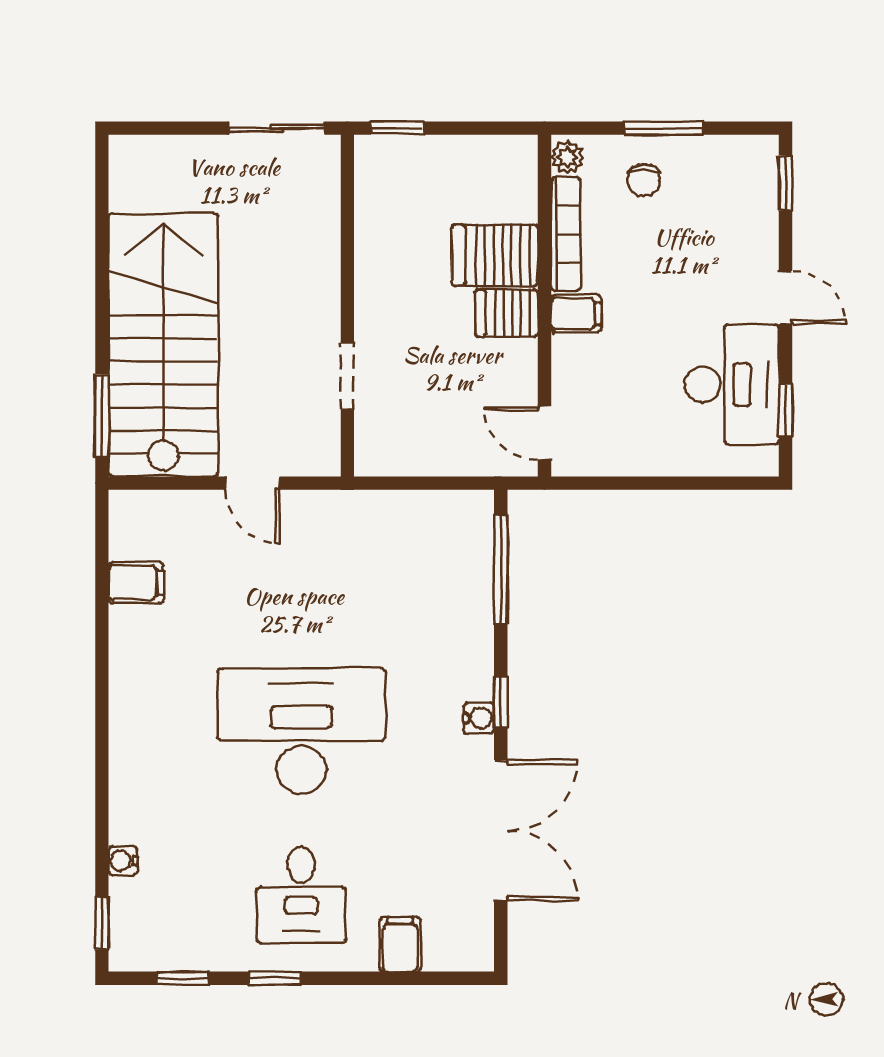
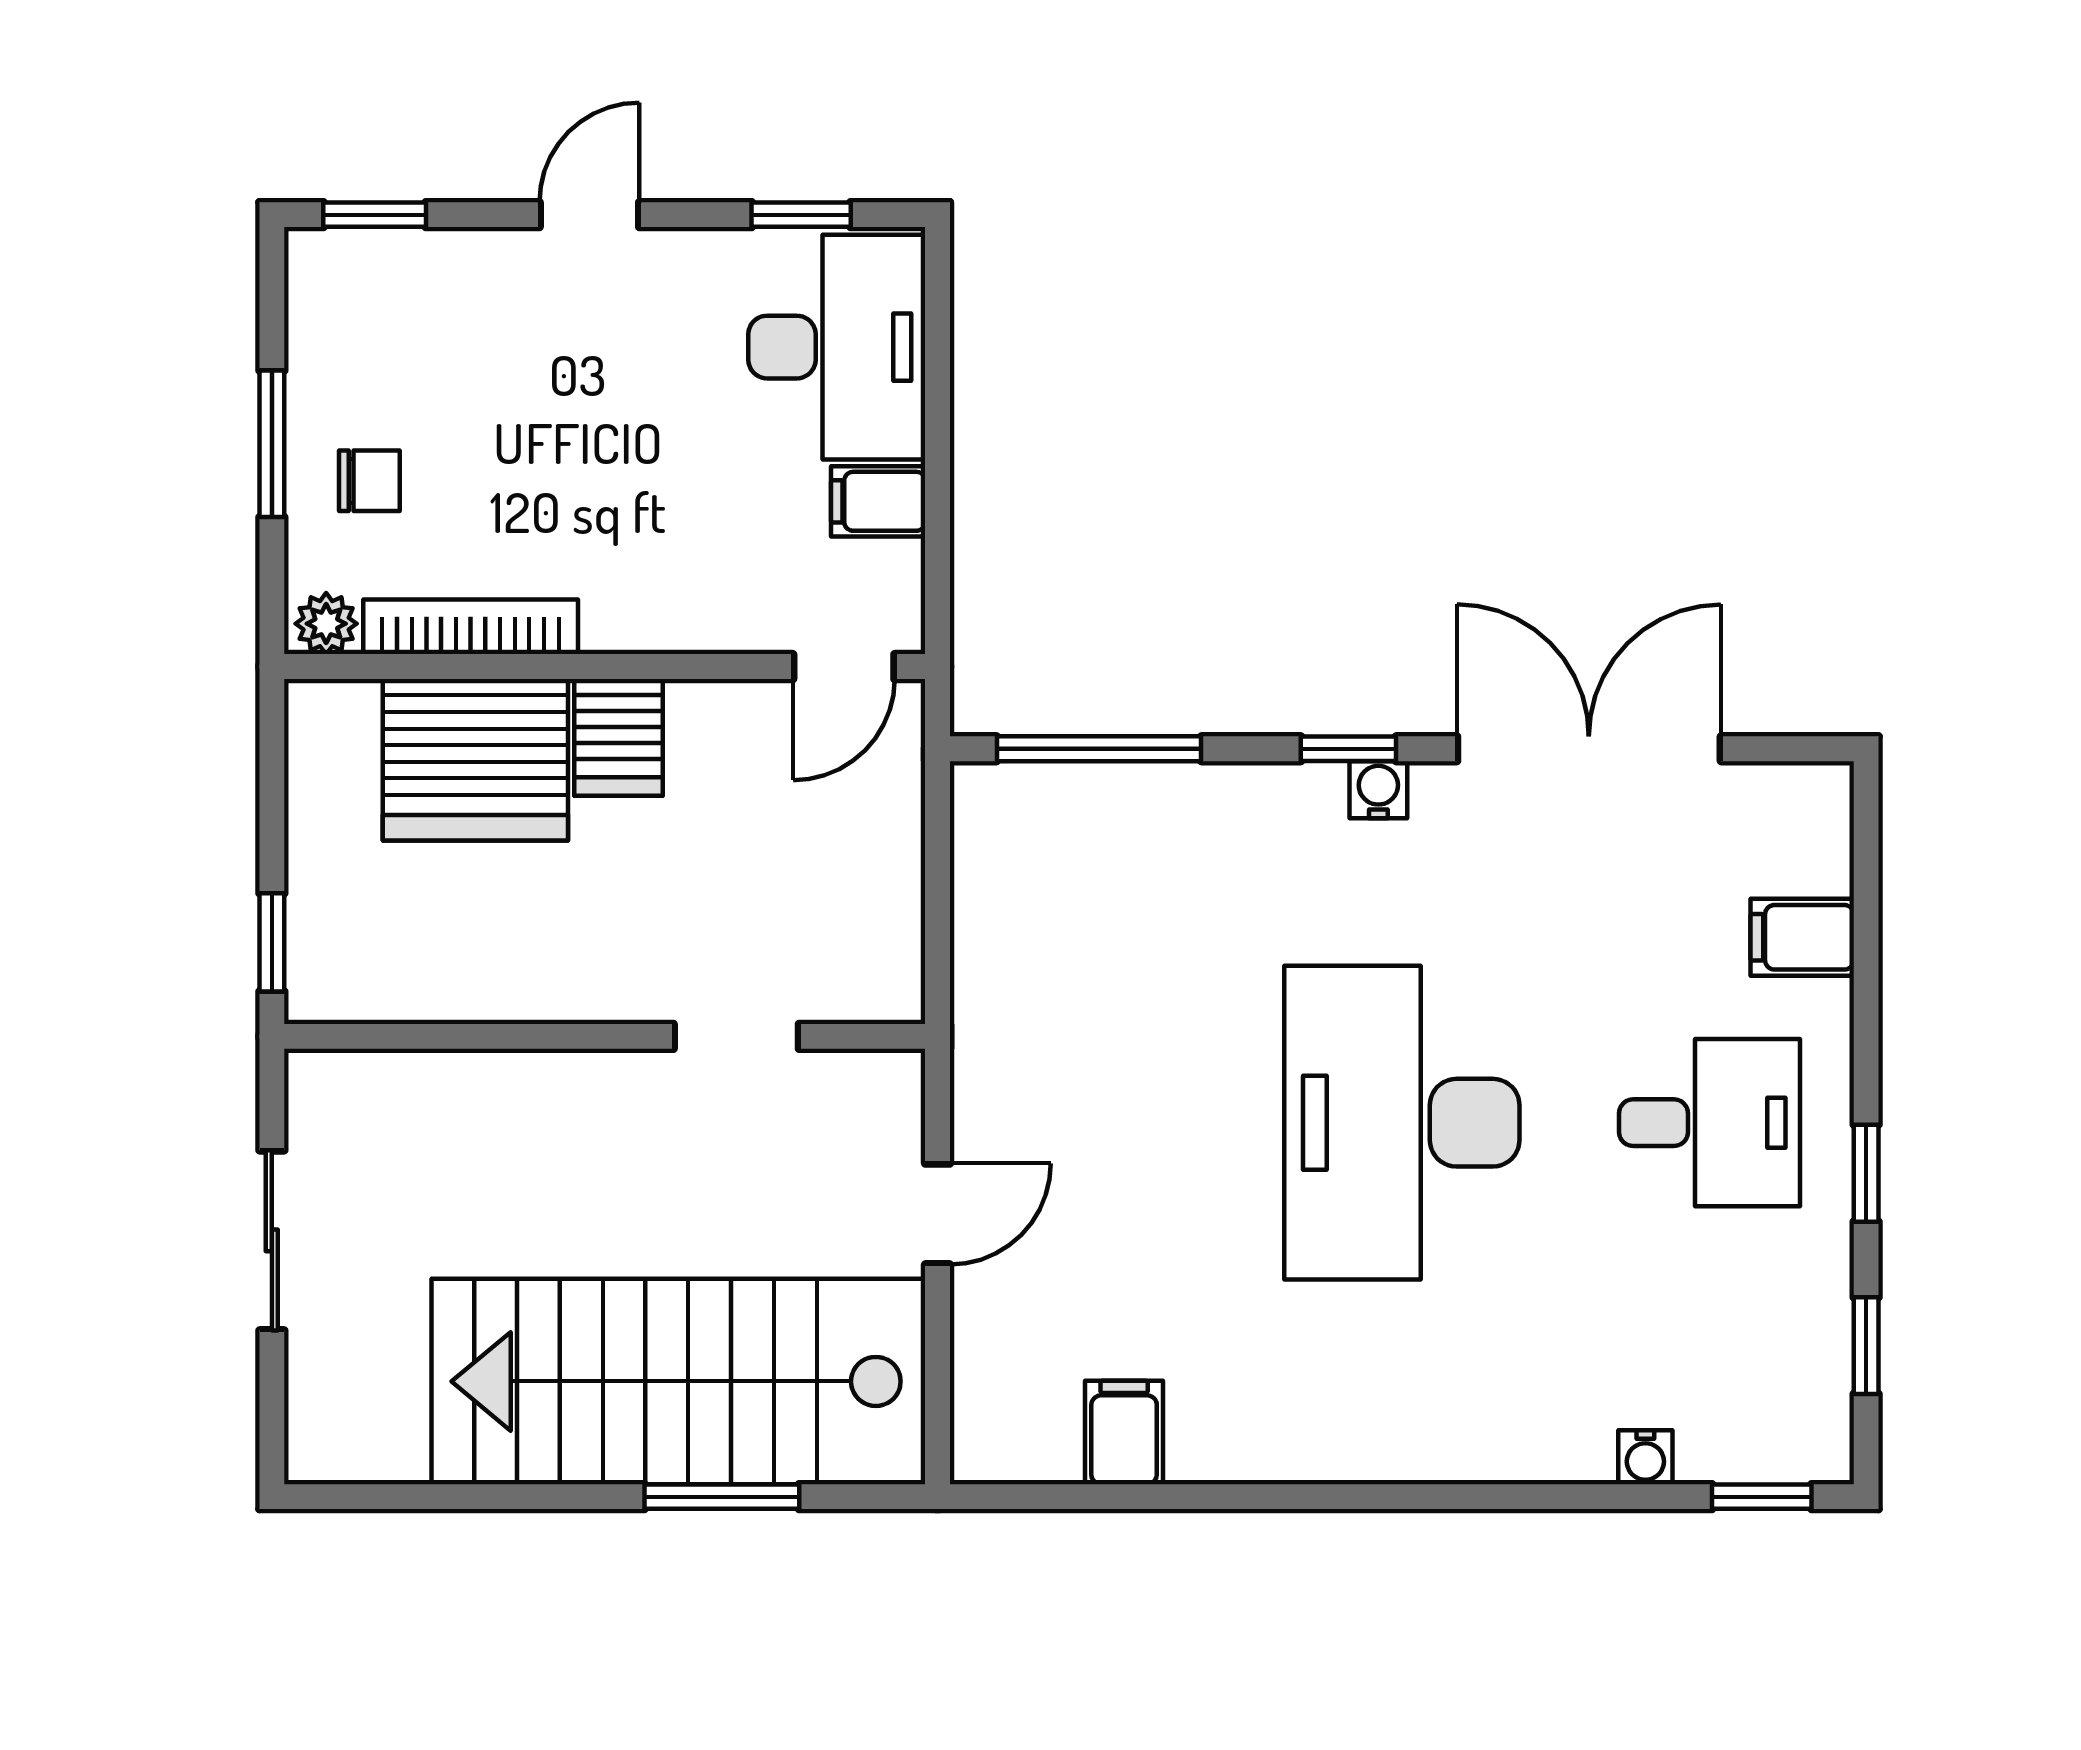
sliding door: (277, 128) -> (272, 1240), moved
server rack: (495, 255) -> (475, 760), width x1.60
filing cabinet: (576, 314) -> (878, 501), moved, turned -90
desk: (732, 385) -> (837, 347), moved, turned 90
window: (102, 416) -> (722, 1497), moved

